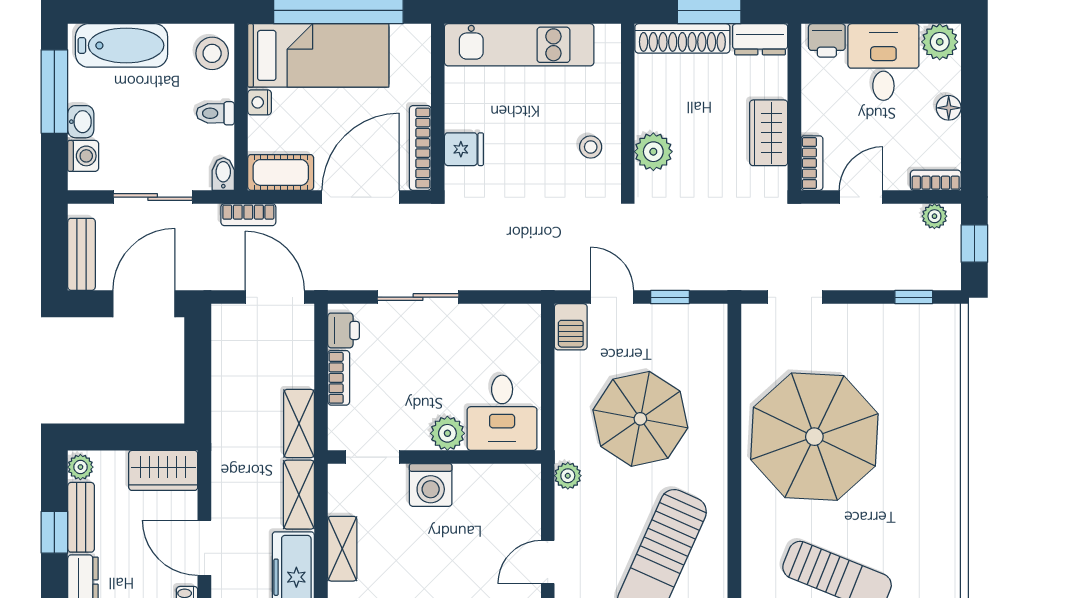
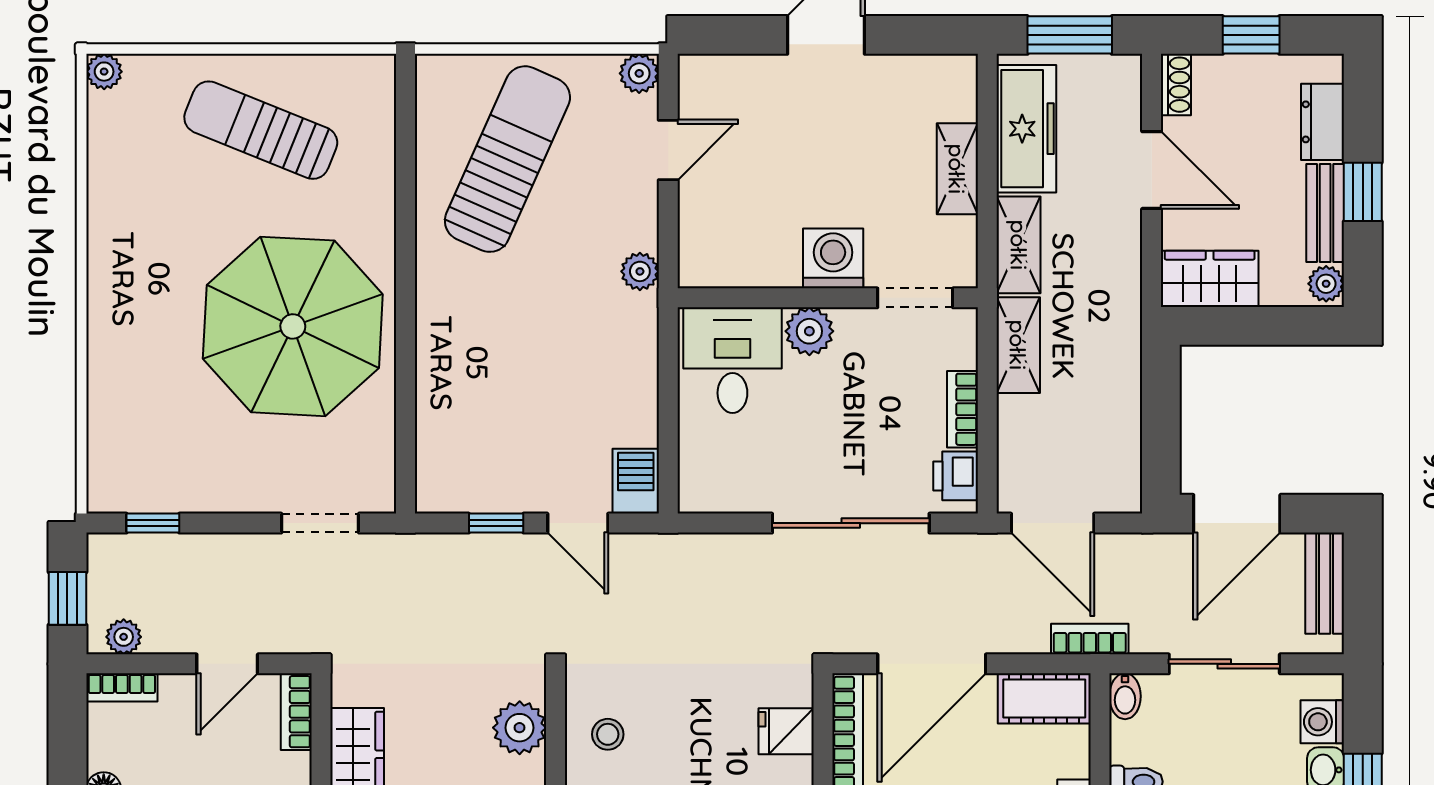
sliding door: (418, 297) -> (851, 523), width x1.37
parasol: (640, 419) -> (538, 352), removed

